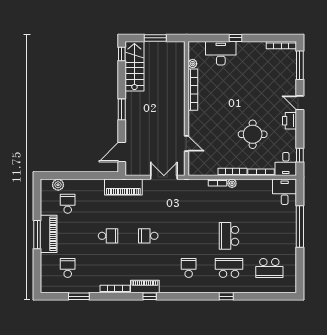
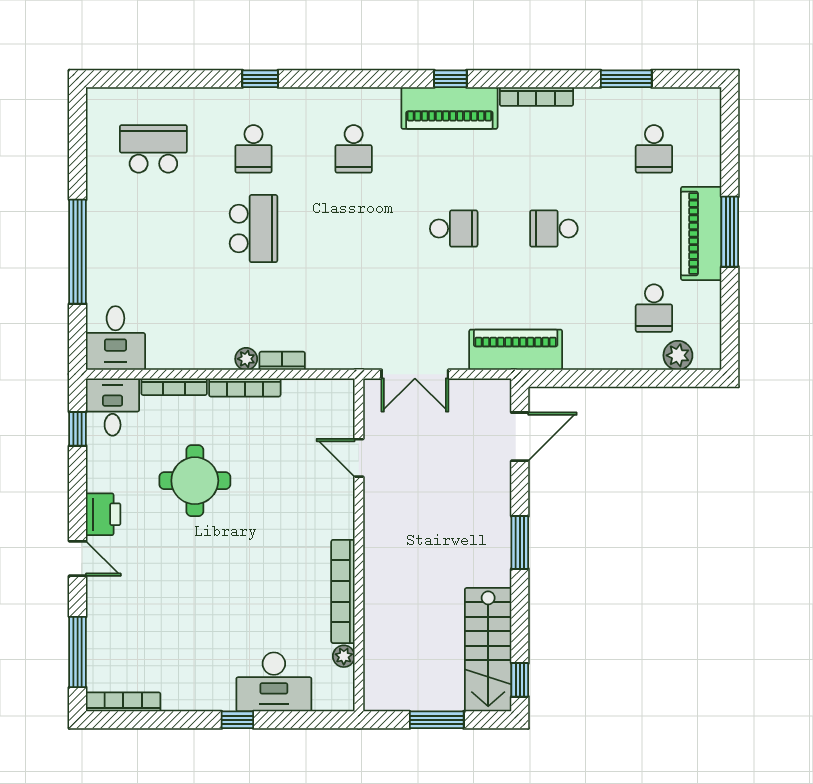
school desk: (229, 268) -> (254, 149), width x0.54
piano: (145, 286) -> (449, 108), width x1.37, depth x1.33

